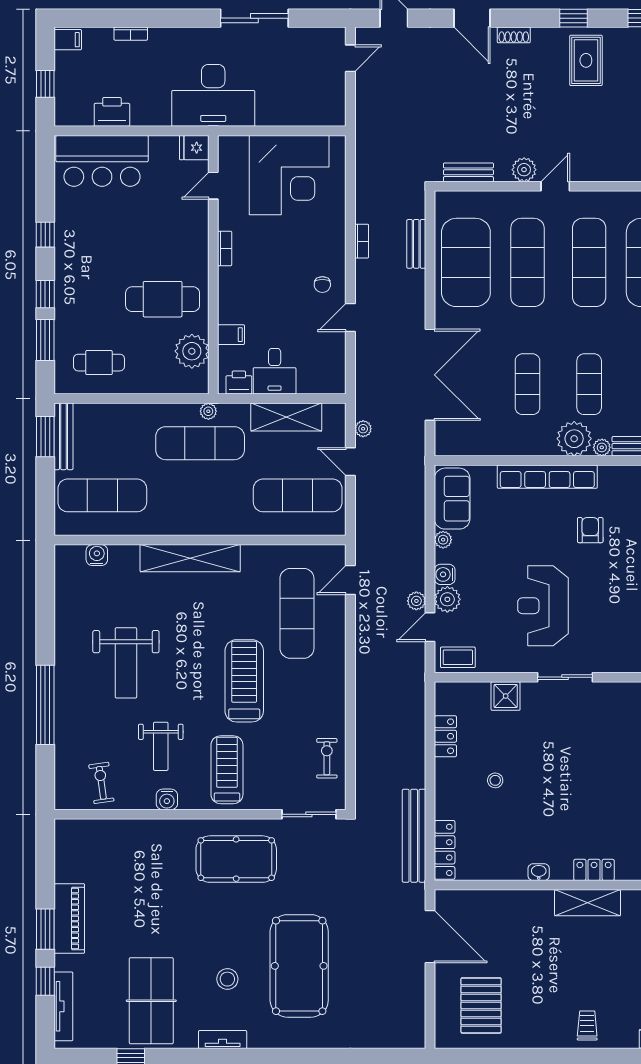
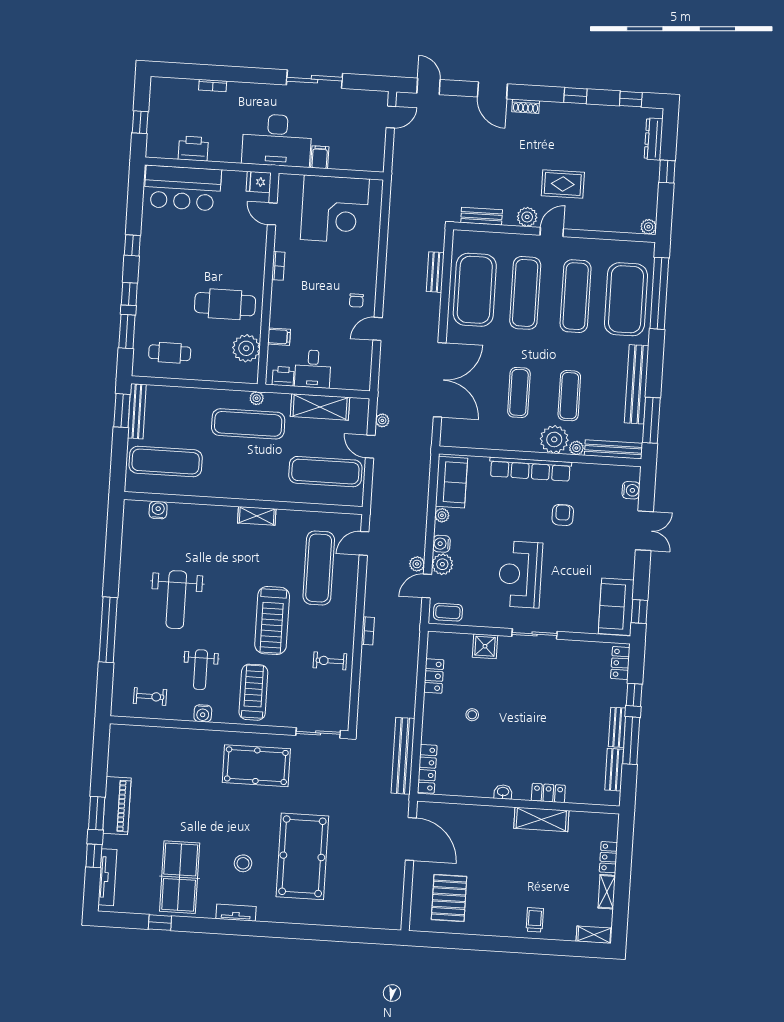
filing cabinet: (68, 40) -> (320, 157), moved, turned -90
rug: (586, 60) -> (563, 184), moved, turned 90
door: (213, 186) -> (272, 214), hinge flipped
bookcase: (362, 241) -> (368, 631), moved
shelving: (190, 558) -> (257, 516), width x0.45, depth x0.75
treadmill: (244, 681) -> (272, 620), turned 180
exercise bike: (327, 758) -> (330, 661), moved, turned -90
exercise bike: (101, 783) -> (150, 696), turned 98

